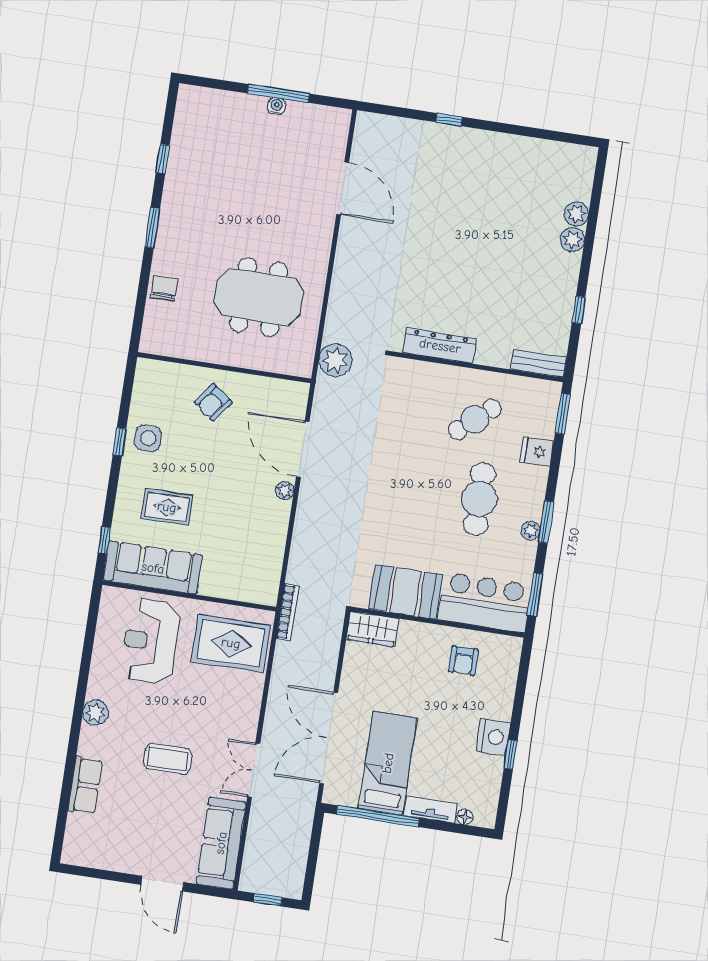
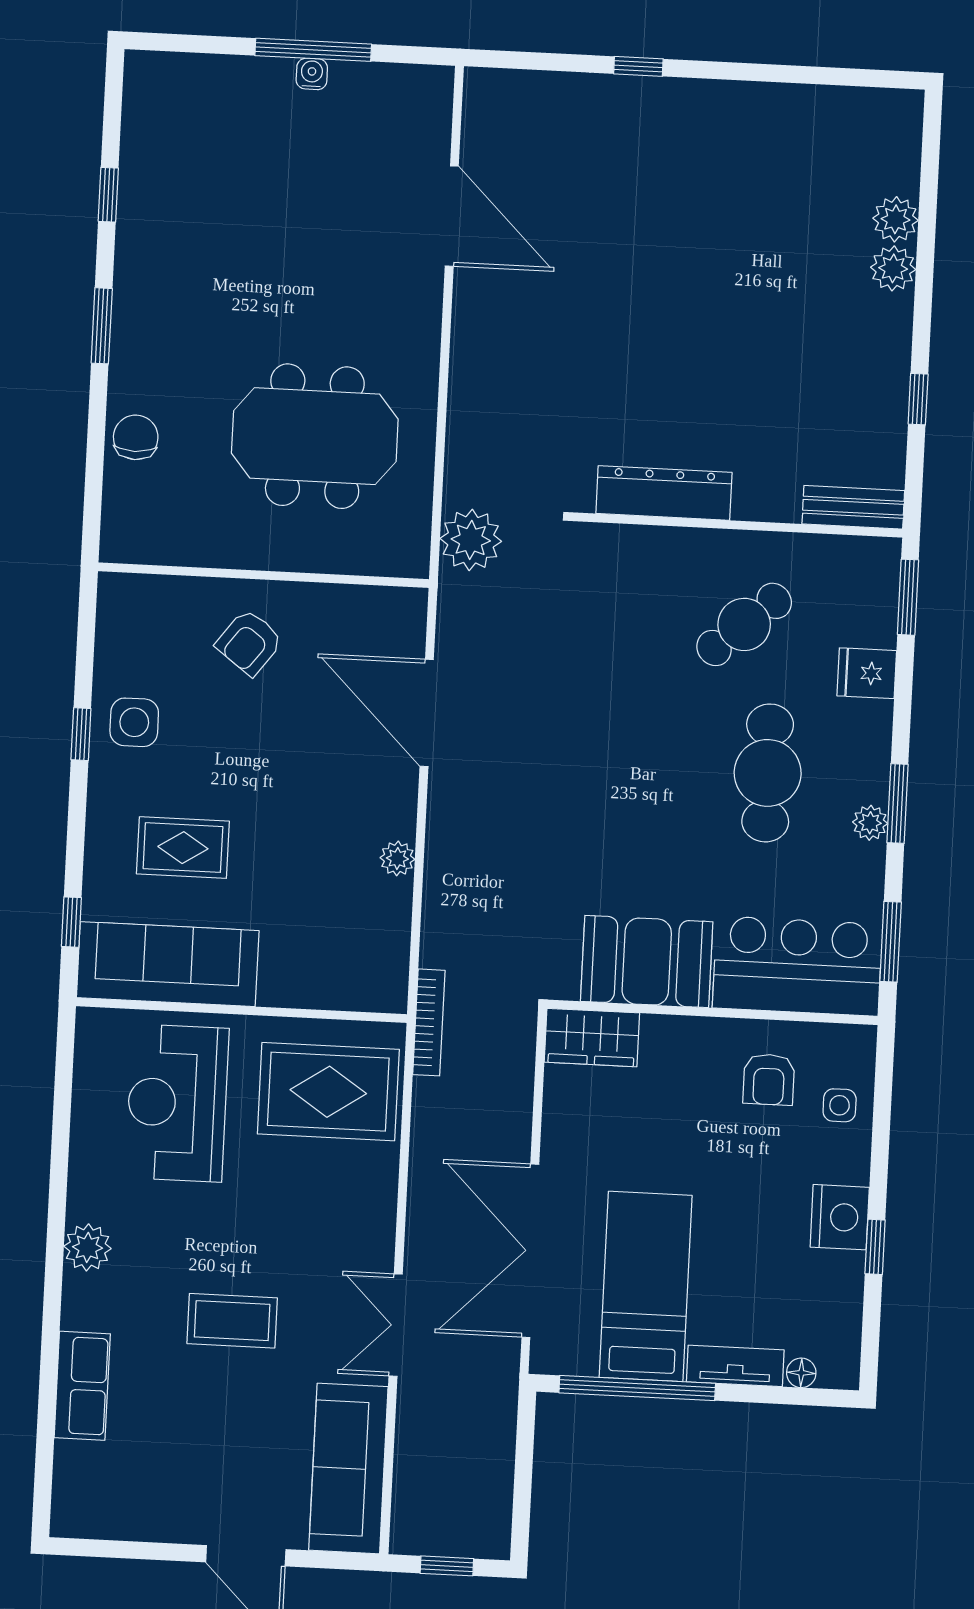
plant: (285, 491) -> (397, 858), moved
side table: (499, 678) -> (840, 1105), added

